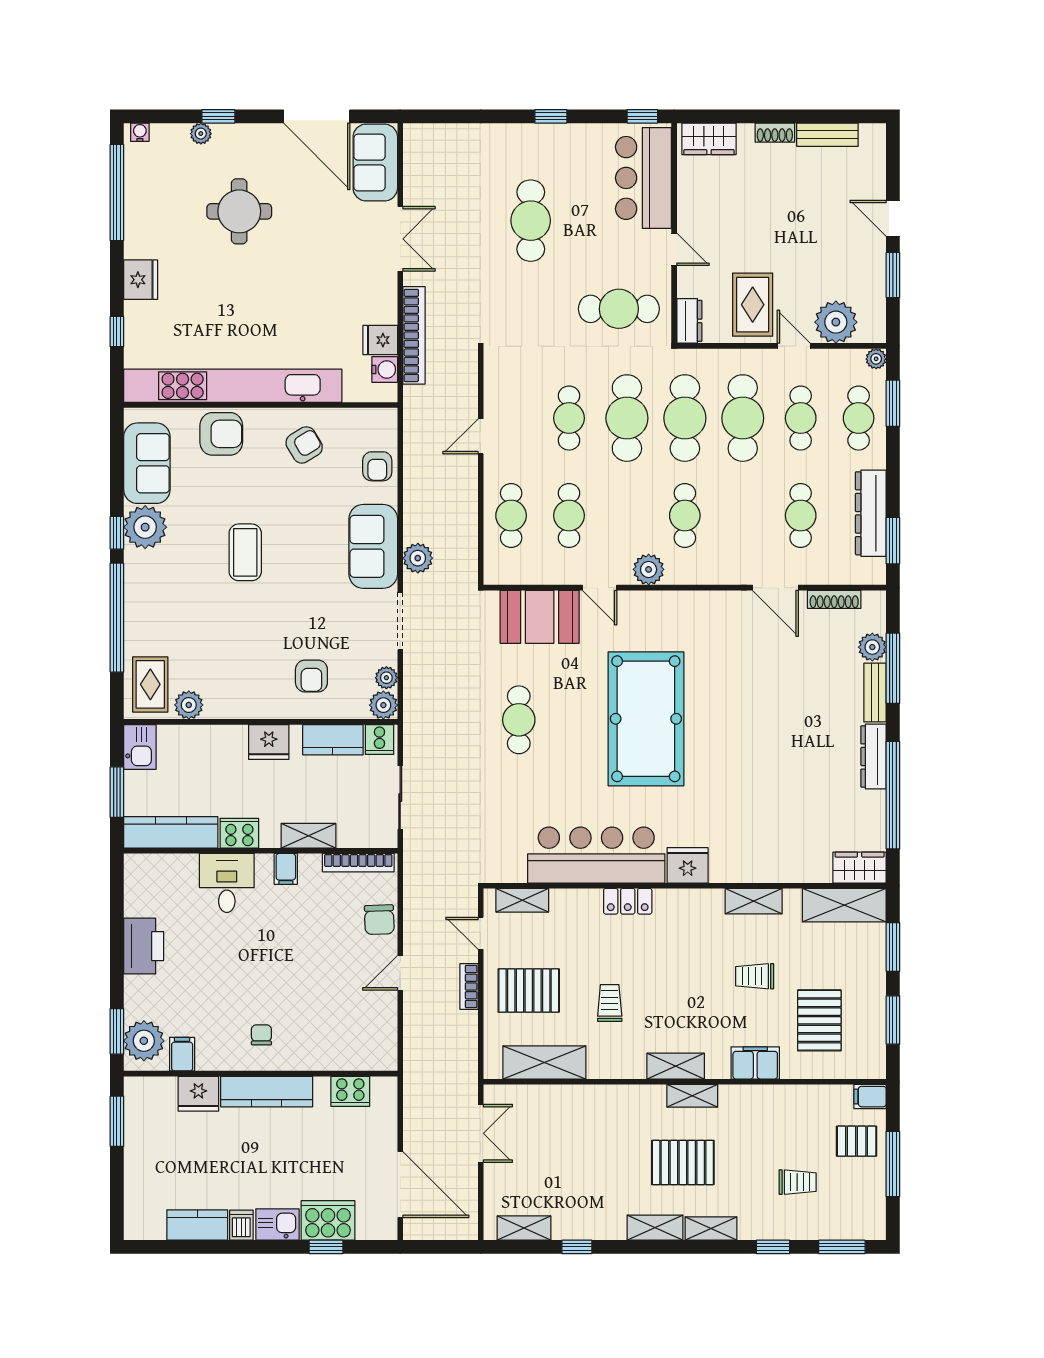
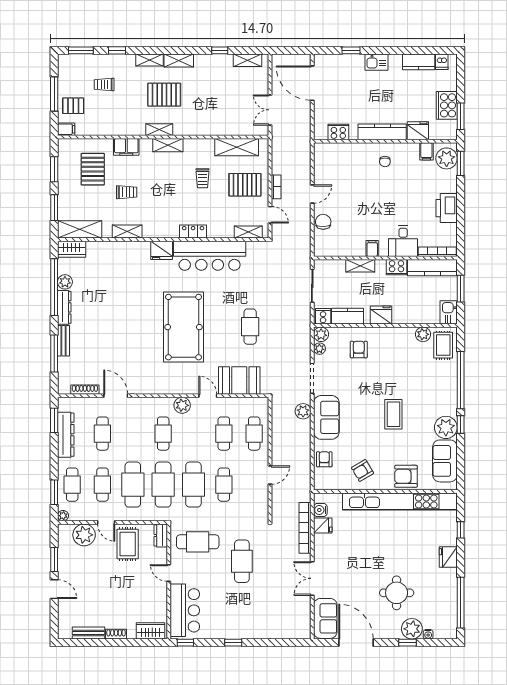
water cooler: (140, 132) -> (428, 634), moved
plant: (201, 134) -> (412, 629), width x1.88, depth x1.88
cafe table: (531, 221) -> (242, 561), moved
plant: (872, 647) -> (65, 282), moved
bookcase: (358, 863) -> (437, 252), moved
cooker: (328, 1220) -> (447, 105), moved, turned 90
dishwasher: (241, 1225) -> (442, 62), moved

